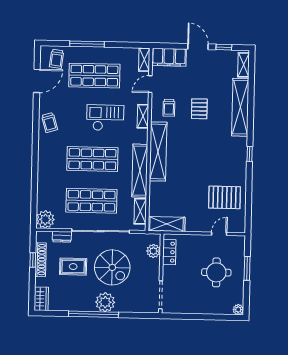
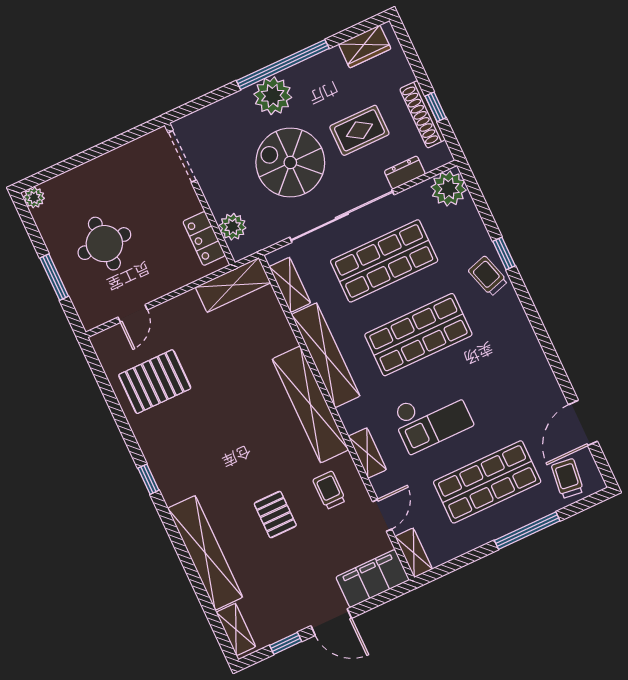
trolley: (50, 123) -> (488, 276), moved
window: (35, 177) -> (504, 254), added
wardrobe: (41, 299) -> (365, 46), moved, turned -90

